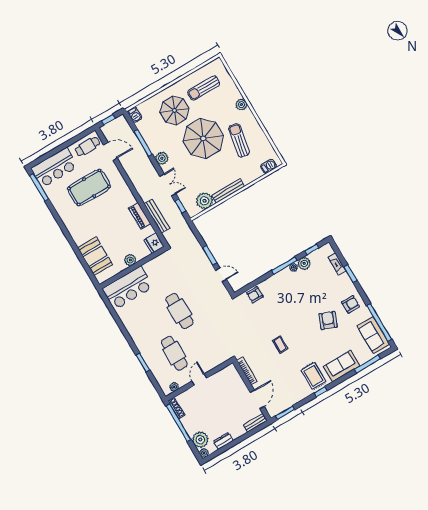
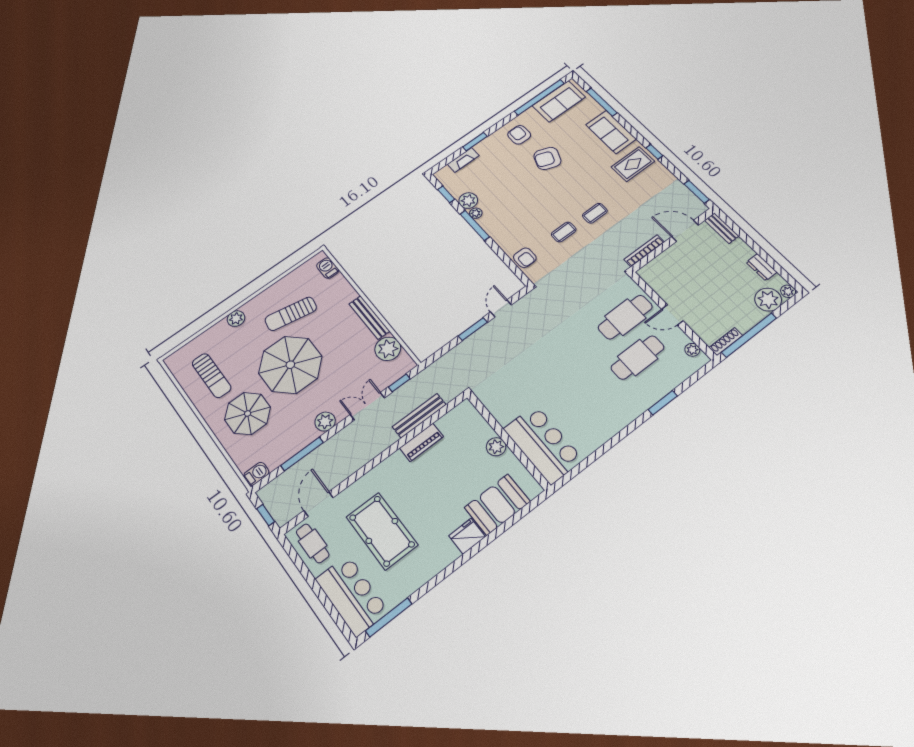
fridge: (154, 243) -> (467, 536), moved, turned 180
cafe table: (179, 311) -> (625, 317), moved
coffee table: (270, 322) -> (564, 232), added

